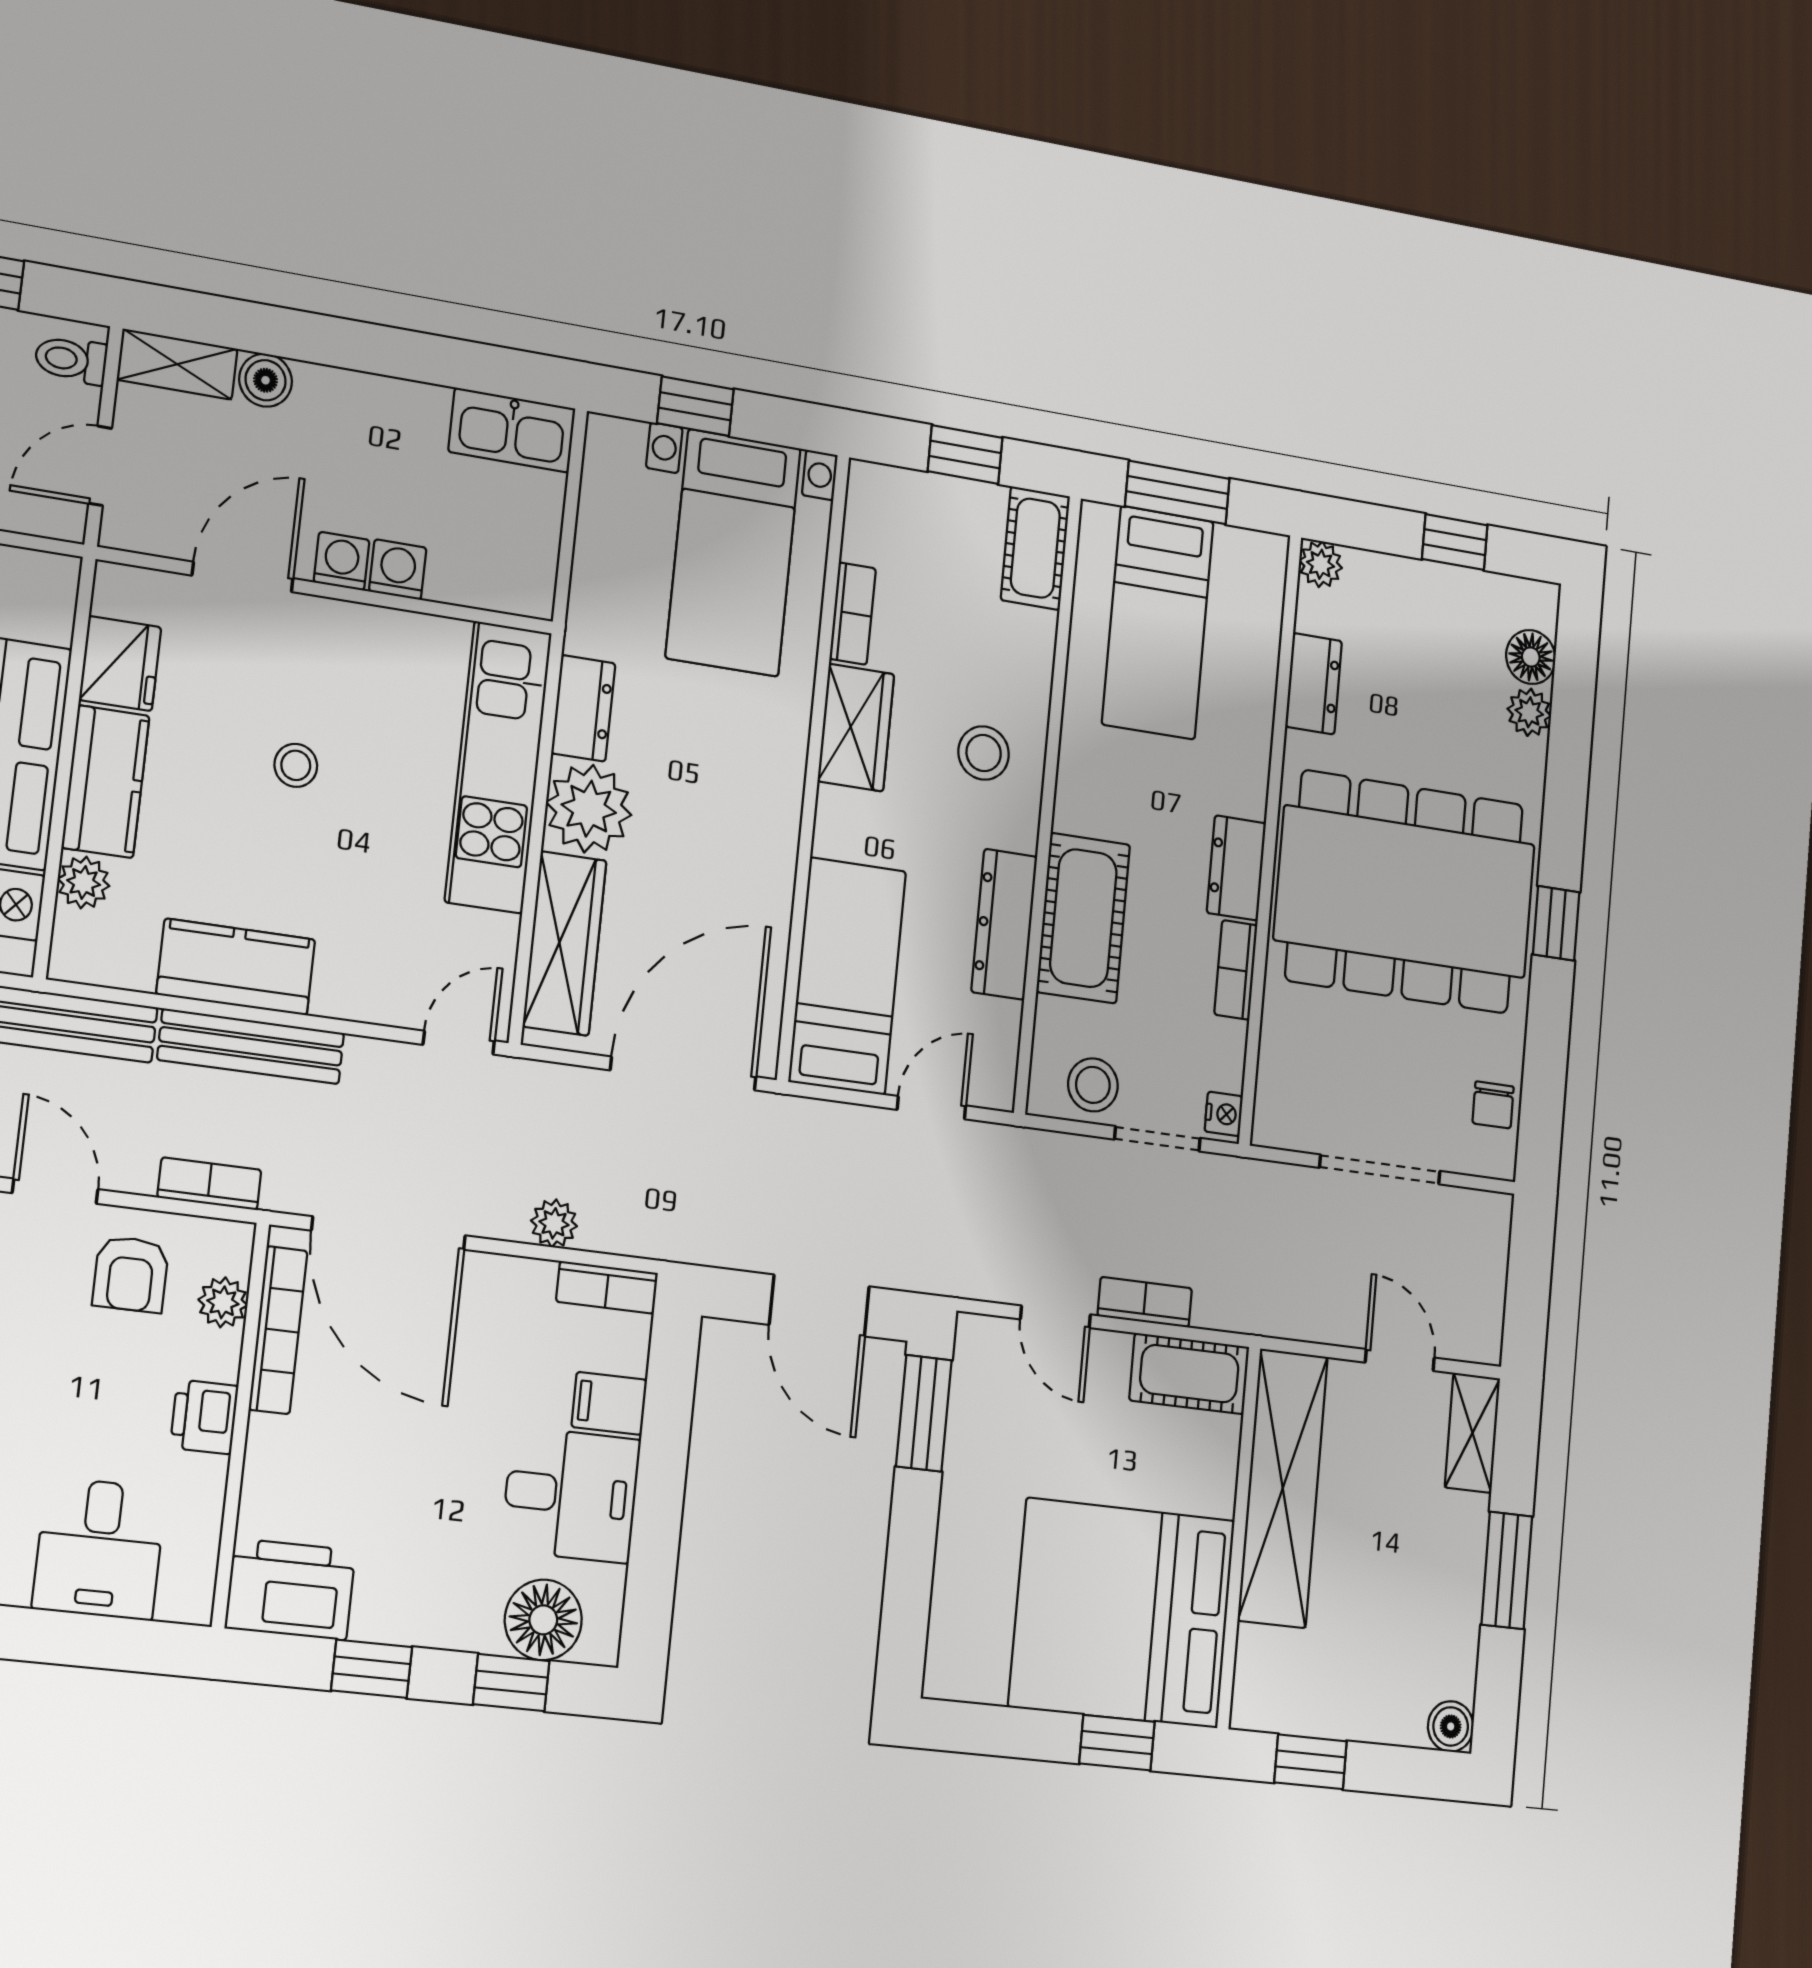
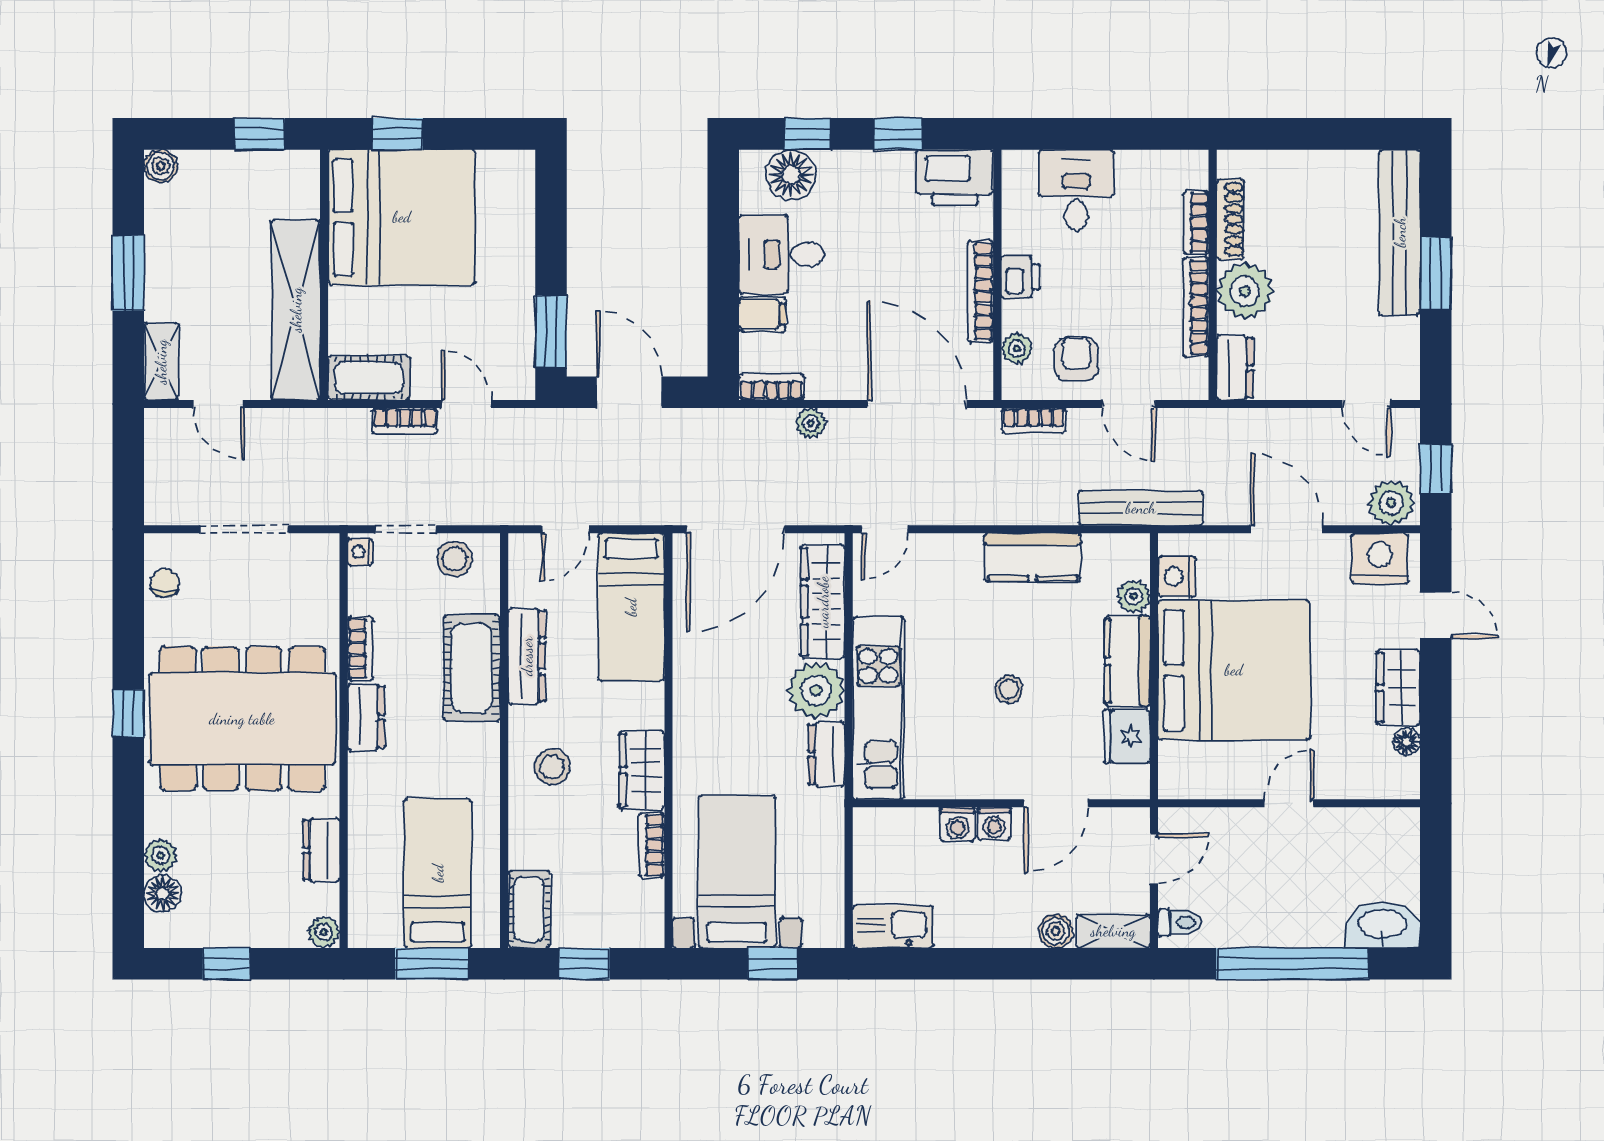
bench: (251, 1046) -> (1017, 509), removed
bookcase: (278, 1330) -> (980, 292), moved

